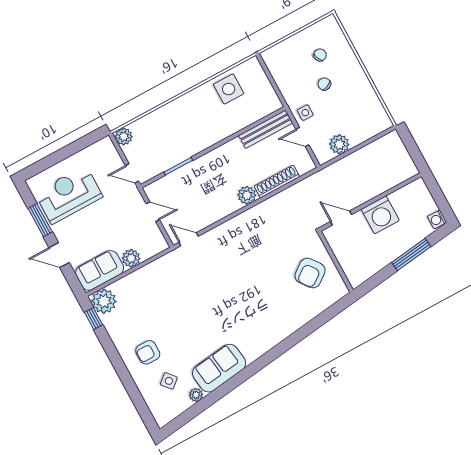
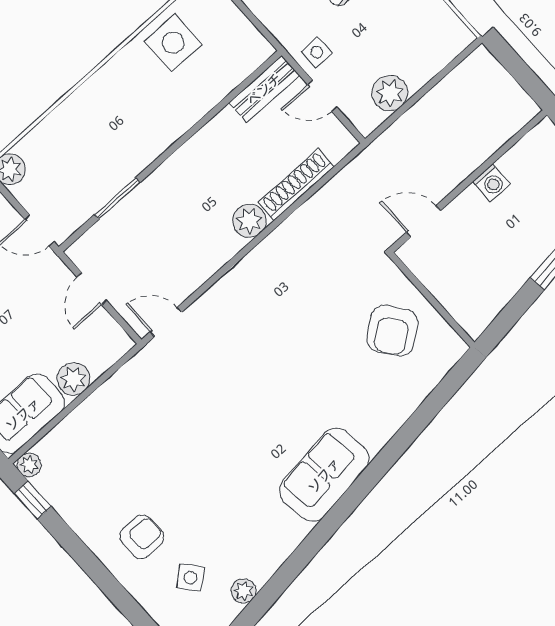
bench: (266, 129) -> (264, 89), width x0.73
door: (153, 212) -> (92, 289), swing flipped
washing machine: (380, 215) -> (492, 182), width x0.53, depth x0.53
plant: (104, 301) -> (29, 465), width x0.53, depth x0.53
armchair: (148, 352) -> (142, 537), turned 180
sofa: (219, 368) -> (324, 475), moved

